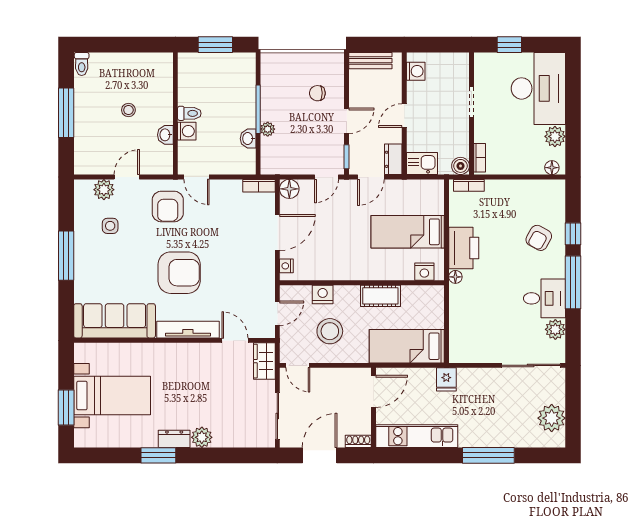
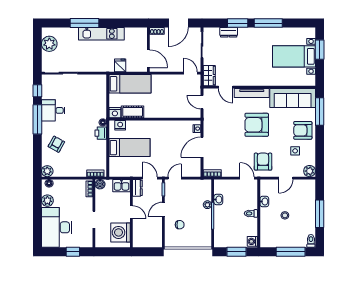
window: (118, 45) -> (291, 252), added
bench: (370, 61) -> (150, 243), removed
washing machine: (416, 71) -> (120, 232), width x1.89, depth x1.89
door: (404, 116) -> (131, 212), hinge flipped
washing machine: (187, 131) -> (252, 241), moved
door: (371, 177) -> (150, 178), hinge flipped
floor lamp: (289, 189) -> (195, 171), removed
plant: (104, 190) -> (310, 171), moved
window: (573, 234) -> (37, 91), moved
printer: (464, 248) -> (101, 133), width x0.53, depth x0.68
window: (66, 256) -> (320, 112), moved
armchair: (96, 263) -> (303, 130), added
nightstand: (323, 294) -> (115, 113), moved
cot: (380, 296) -> (133, 112), moved
door: (277, 313) -> (202, 102), hinge flipped
plant: (555, 329) -> (47, 171), moved
stool: (330, 331) -> (173, 92), removed
fridge: (446, 379) -> (120, 65), moved
door: (373, 391) -> (148, 59), swing flipped
kitchen unit: (417, 436) -> (101, 34), moved
plant: (202, 437) -> (244, 33), removed
dresser: (174, 439) -> (229, 32), moved
window: (158, 455) -> (268, 23), width x1.44
window: (213, 455) -> (238, 23), added

